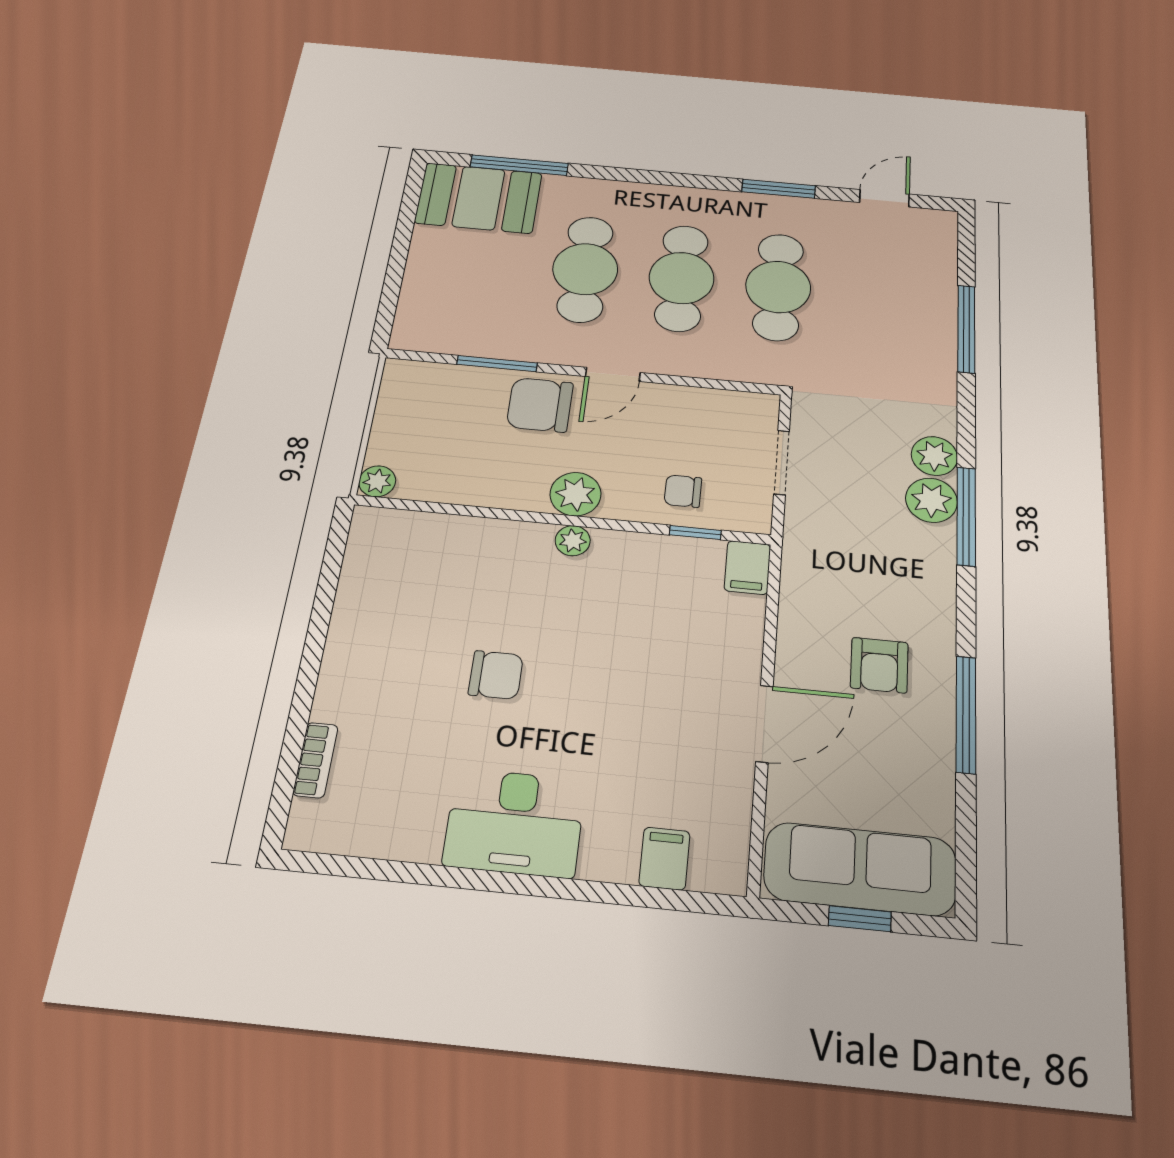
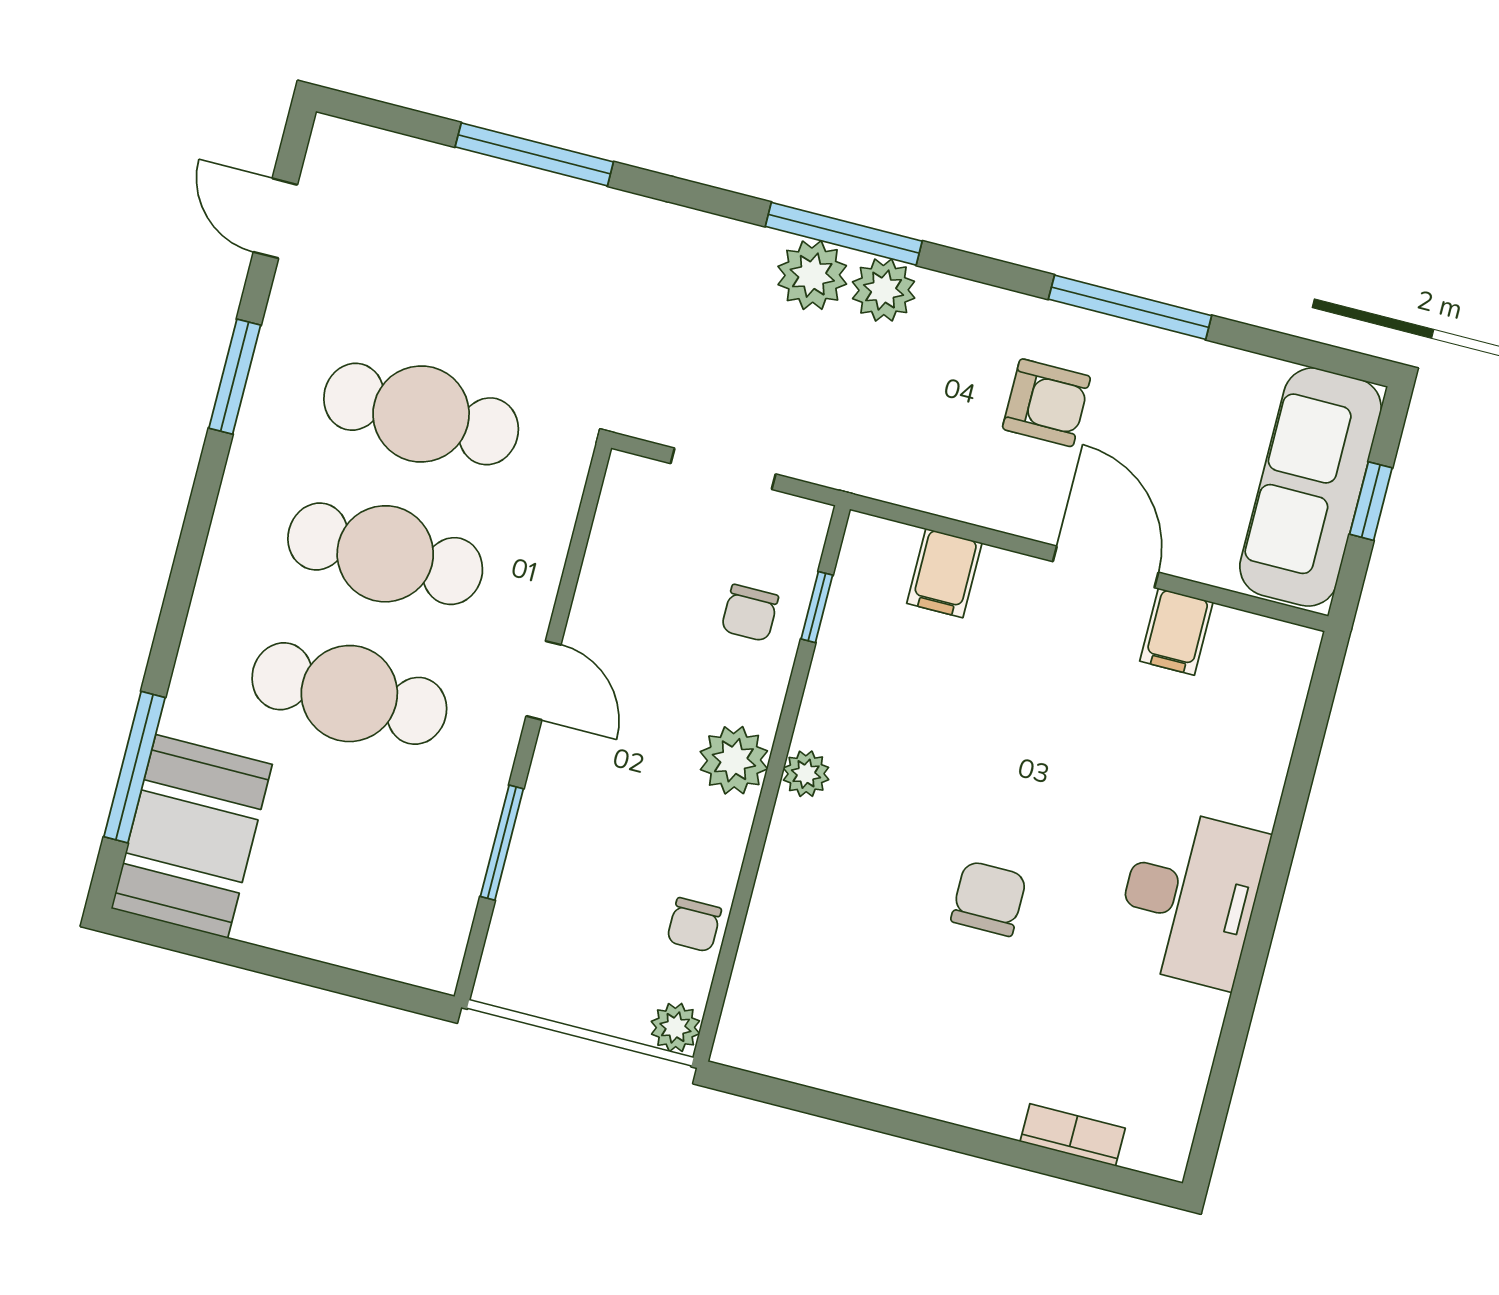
chair: (540, 405) -> (694, 925), moved, width x0.54, depth x0.54
plant: (934, 456) -> (884, 290), moved
filing cabinet: (747, 568) -> (944, 573), moved, turned 90
filing cabinet: (664, 858) -> (1176, 632), moved, turned -90

